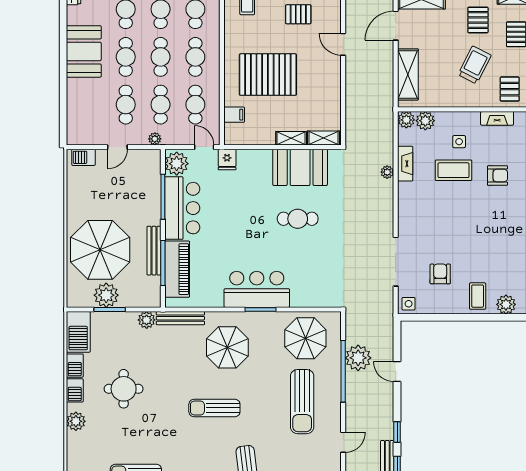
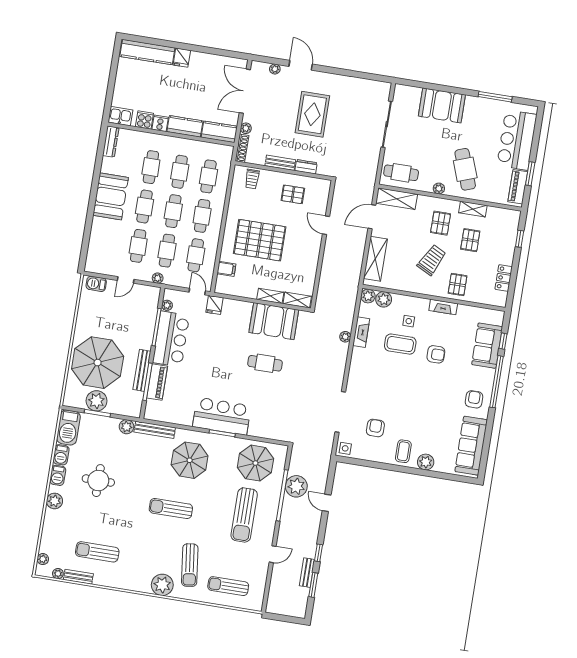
plant: (177, 164) -> (167, 305), width x0.53, depth x0.53
piano: (177, 269) -> (157, 382), width x0.73, depth x0.75

